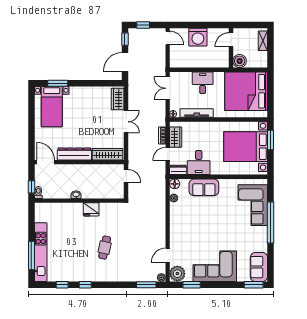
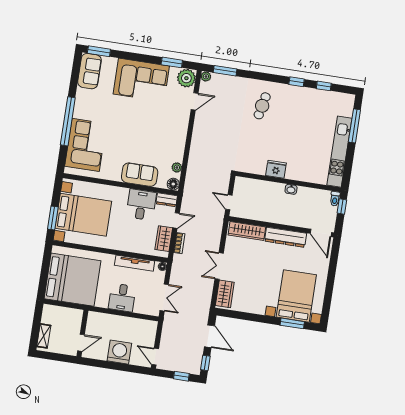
boiler: (240, 61) -> (75, 316), removed
door: (125, 62) -> (209, 336), hinge flipped
bed with nightstands: (52, 107) -> (296, 296), width x1.36
cafe table: (105, 248) -> (262, 106), moved
kitchen unit: (41, 252) -> (339, 152), moved

